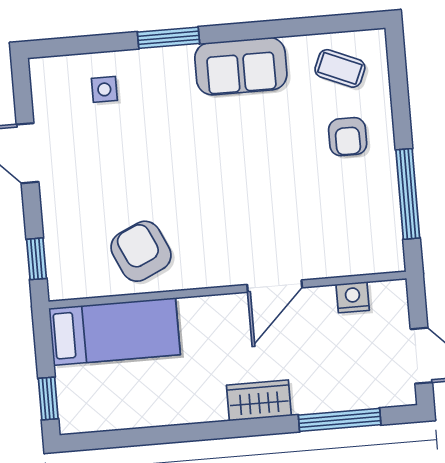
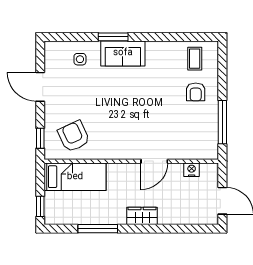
sofa: (241, 66) -> (123, 53), moved
coffee table: (340, 68) -> (195, 59), turned 67
armchair: (141, 251) -> (74, 136), moved
window: (340, 420) -> (98, 229), moved

